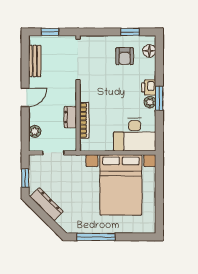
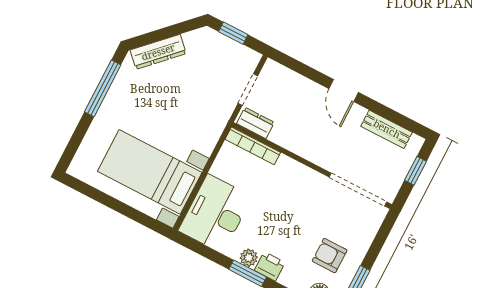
dresser: (70, 117) -> (255, 123), moved
bookcase: (84, 120) -> (253, 146), moved
plant: (35, 131) -> (290, 79), removed
bed with nightstands: (121, 185) -> (150, 172), width x0.73
dresser: (47, 204) -> (158, 52), moved

